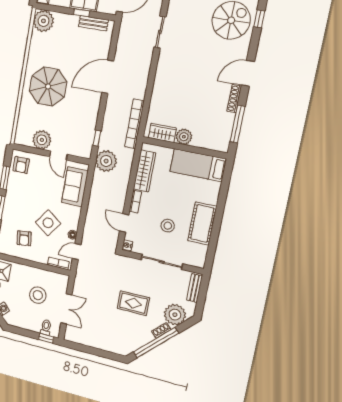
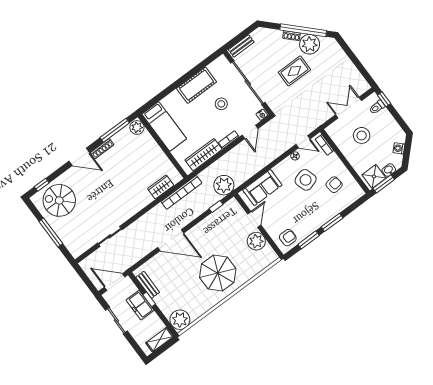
wardrobe: (162, 133) -> (161, 187), moved, turned 90
plant: (184, 137) -> (137, 127), moved
side table: (48, 223) -> (306, 180), turned 37
sliding door: (162, 262) -> (248, 83), width x1.36
rug: (133, 303) -> (294, 71), turned 90
plant: (175, 315) -> (310, 44), moved

